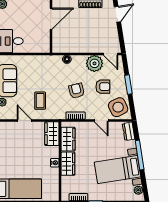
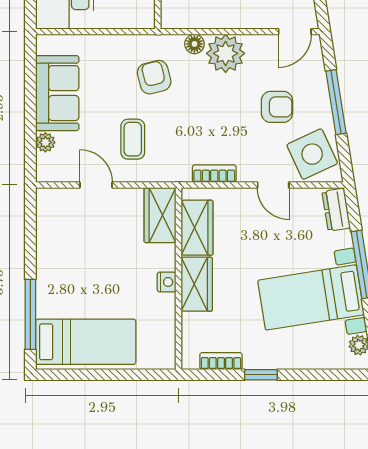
door: (111, 54) -> (295, 32), hinge flipped
plant: (94, 63) -> (226, 53), moved
window: (128, 85) -> (336, 102), width x1.44
armchair: (77, 91) -> (154, 77), moved

